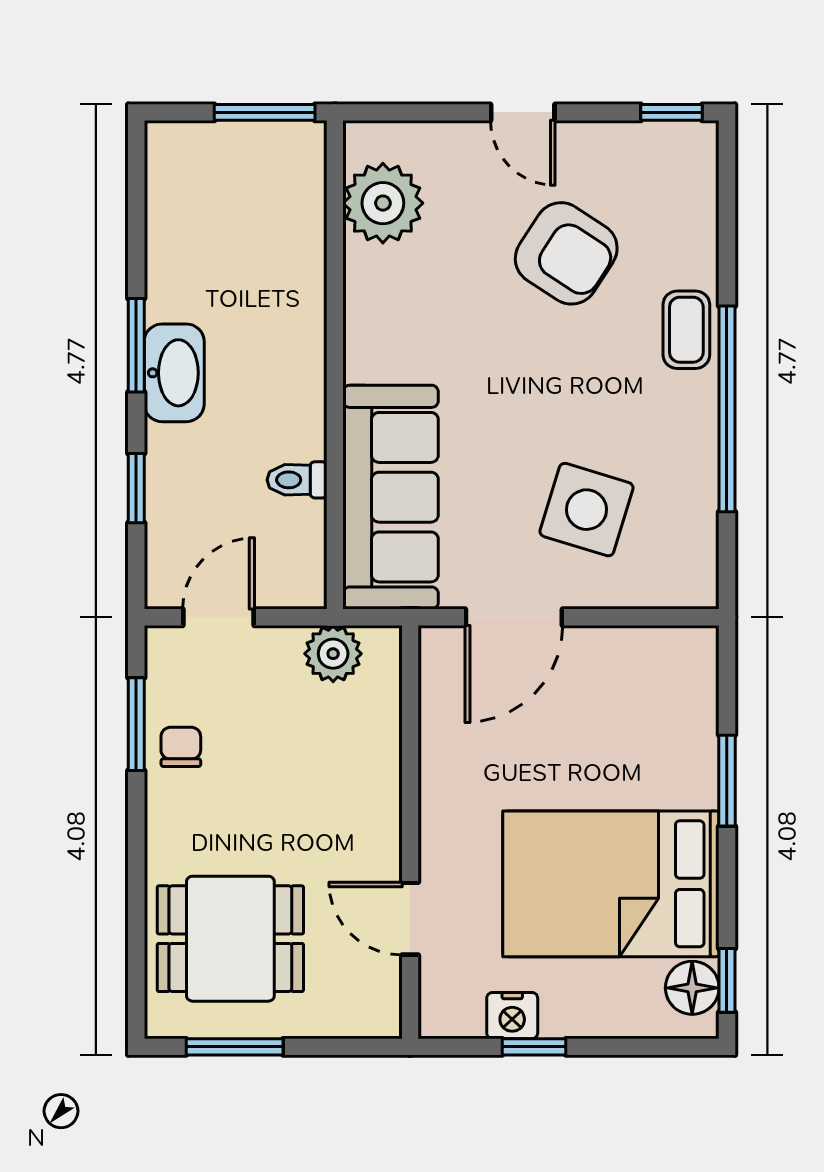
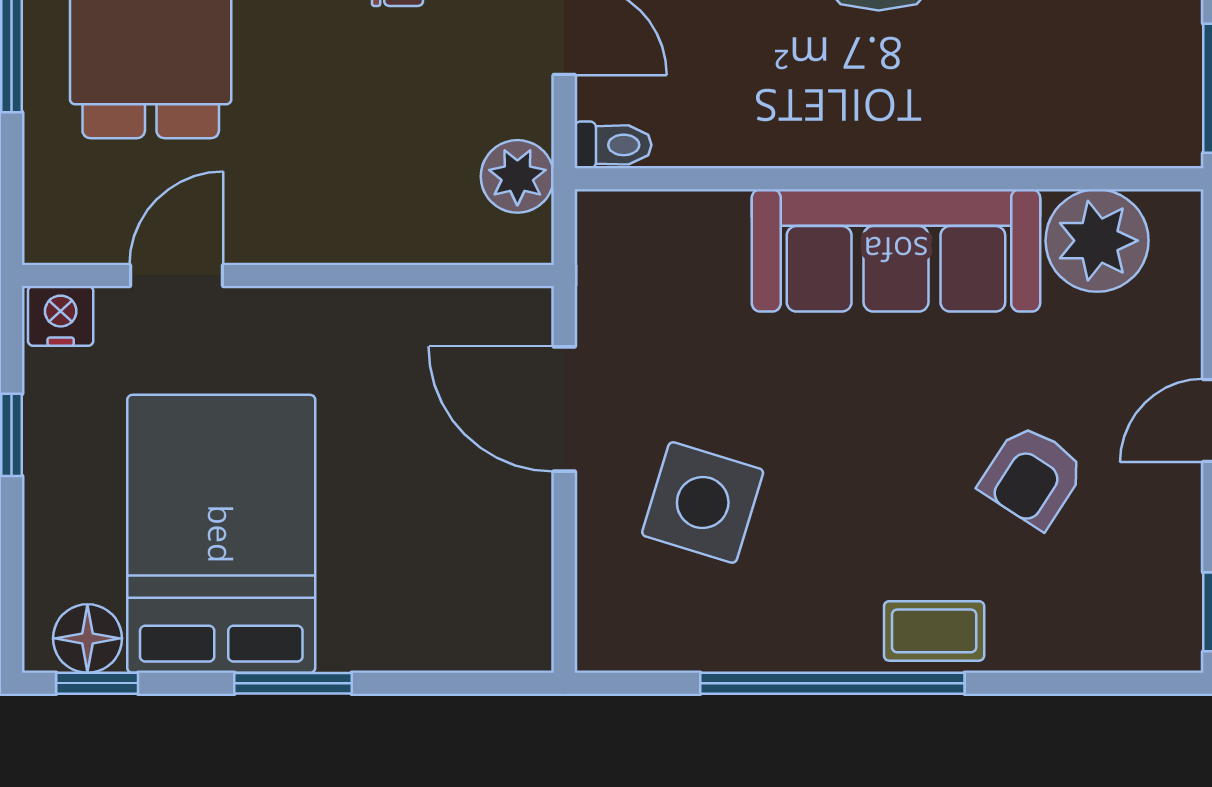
armchair: (566, 253) -> (1032, 476), width x0.72, depth x0.72
toilet: (297, 480) -> (613, 145), moved, turned 90
sofa: (391, 497) -> (896, 250), moved
window: (727, 781) -> (293, 683), moved
nightstand: (512, 1016) -> (61, 316), moved, turned 90

